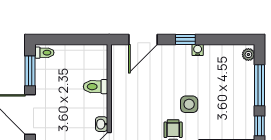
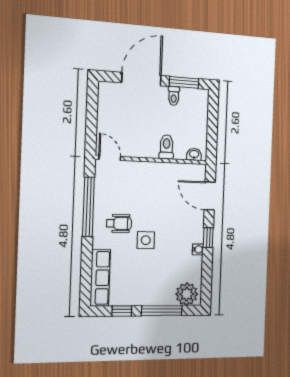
toilet: (44, 53) -> (174, 96), moved
plant: (248, 55) -> (187, 294), width x1.88, depth x1.88
washbasin: (102, 124) -> (194, 154), moved

